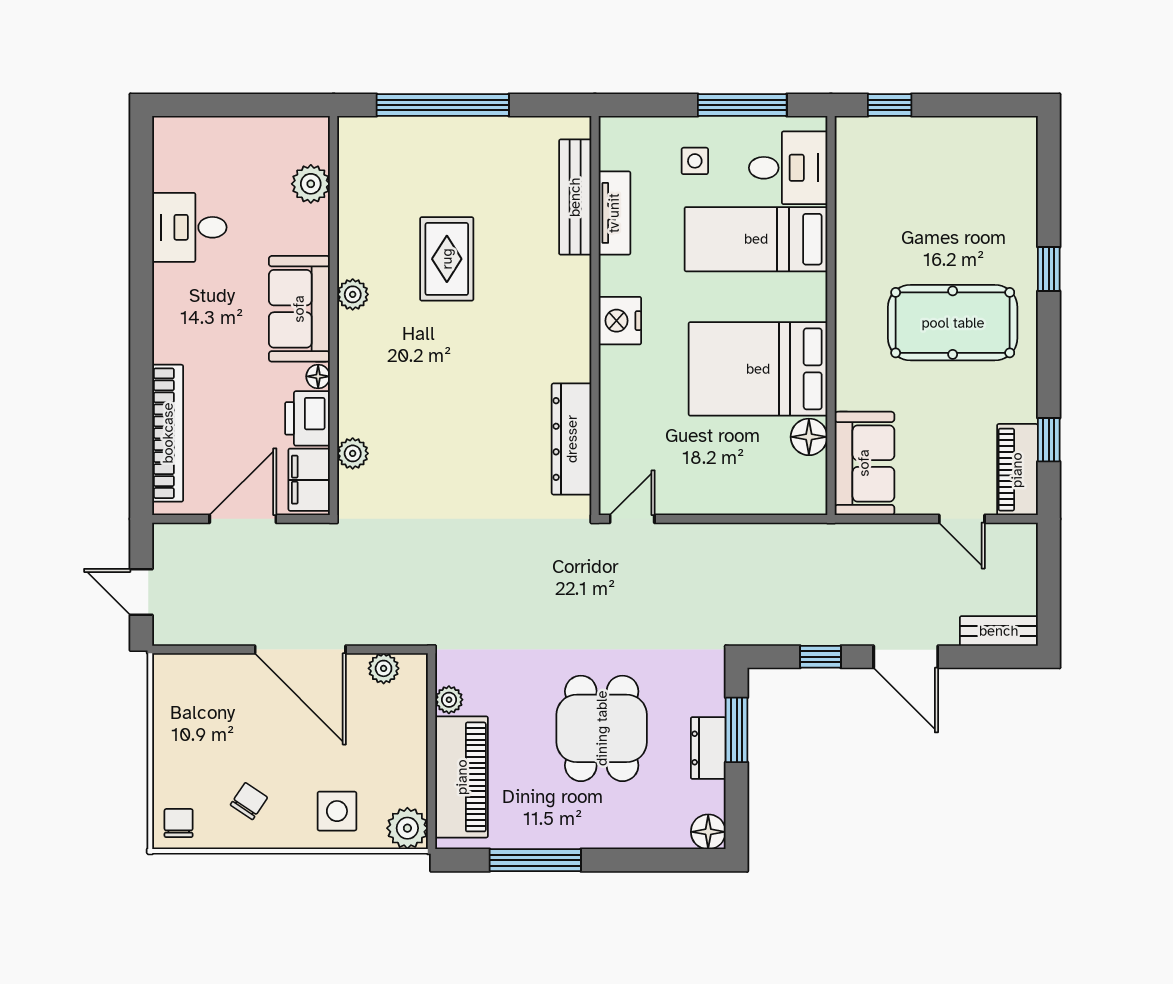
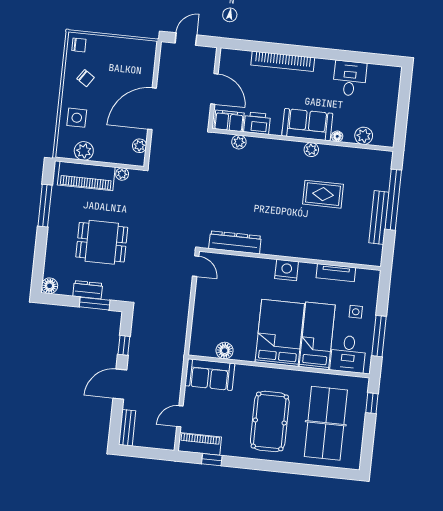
bench: (575, 197) -> (379, 218), moved, turned 90
table tennis table: (944, 201) -> (326, 423), added
window: (1049, 269) -> (290, 468), removed
bed: (758, 369) -> (280, 333), moved
floor lamp: (318, 376) -> (337, 136), moved
bookcase: (168, 433) -> (283, 61), moved
plant: (407, 828) -> (84, 151), moved

